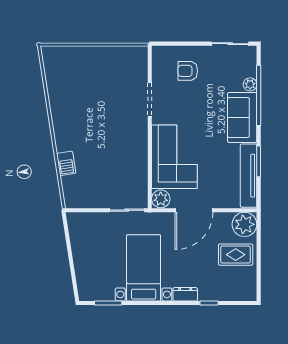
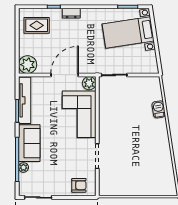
armchair: (188, 71) -> (79, 185), moved
rug: (236, 255) -> (37, 25), moved
bed with nightstands: (144, 268) -> (128, 32), moved, turned 81

